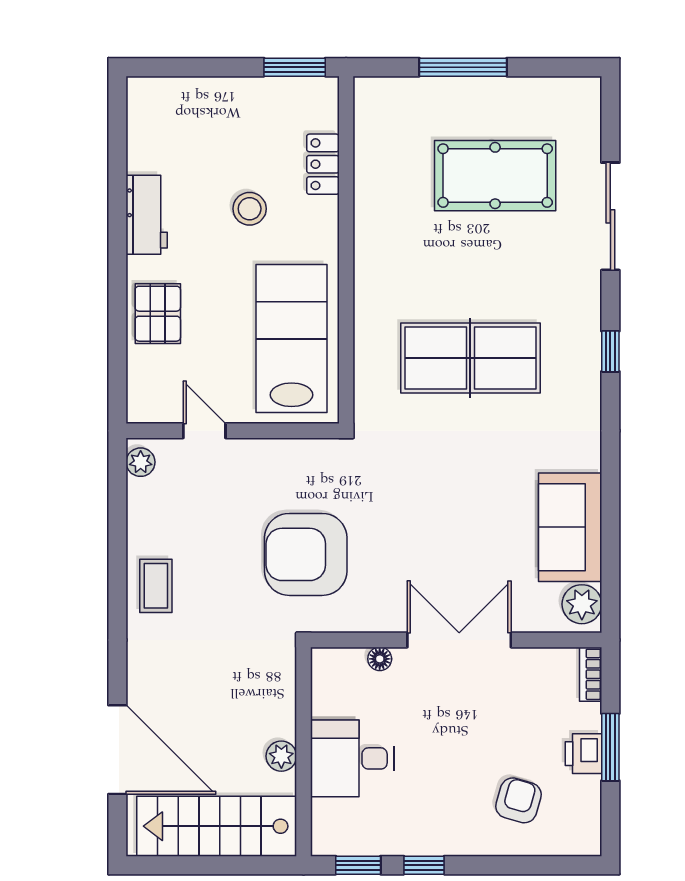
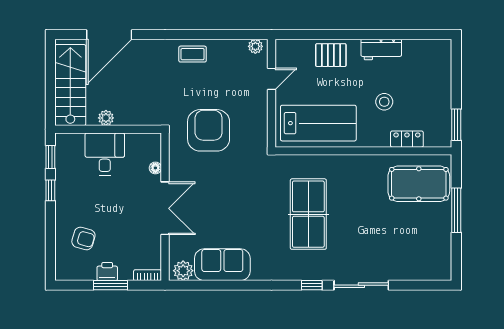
pool table: (495, 176) -> (419, 184), moved, turned 90
sliding door: (610, 216) -> (361, 285), moved

